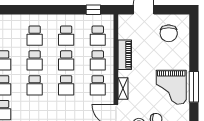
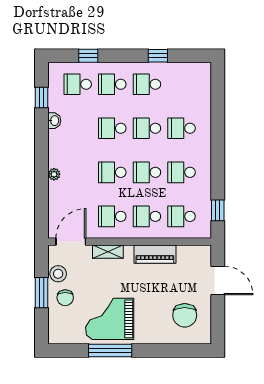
chair: (169, 33) -> (185, 315), turned -90

